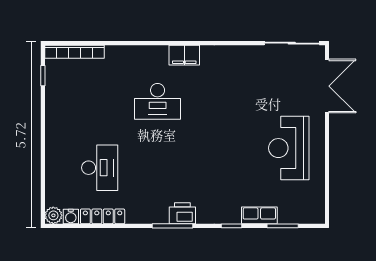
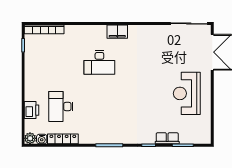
desk: (100, 168) -> (61, 106), turned 180
printer: (182, 213) -> (32, 110), moved, turned 90

